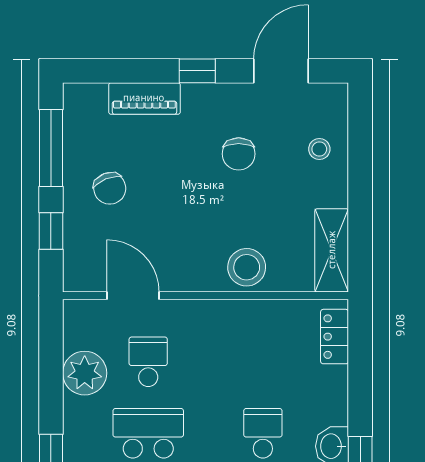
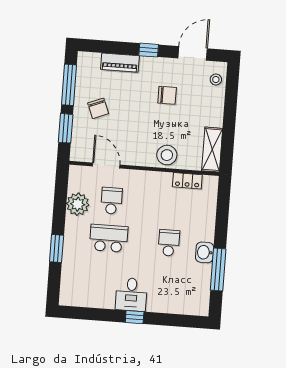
stool: (319, 149) -> (216, 79), moved
chair: (239, 154) -> (167, 95), turned -90
window: (51, 231) -> (66, 128), width x1.50
locker: (335, 337) -> (187, 181), moved, turned -90

